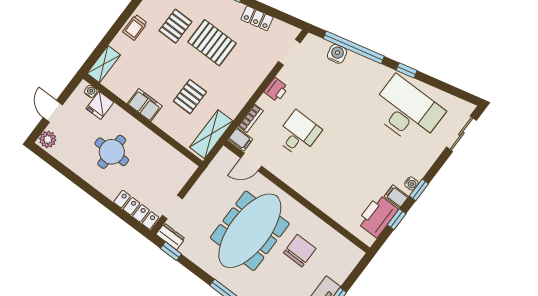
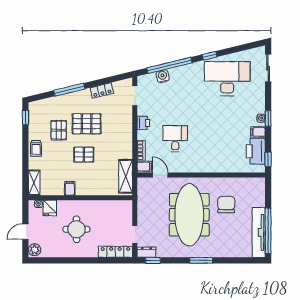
pallet: (190, 97) -> (84, 155), moved, turned 90
filing cabinet: (145, 105) -> (70, 188), width x0.50
door: (53, 111) -> (25, 232), hinge flipped
door: (251, 162) -> (160, 175), swing flipped
window: (397, 219) -> (268, 159), moved

